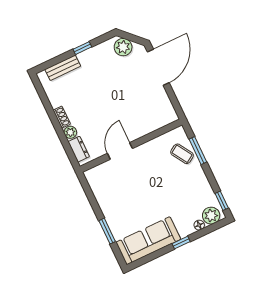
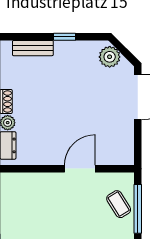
door: (120, 151) -> (80, 169), moved
window: (198, 151) -> (138, 209), width x1.44

